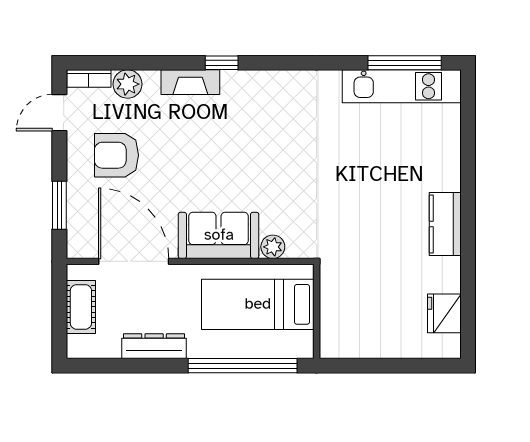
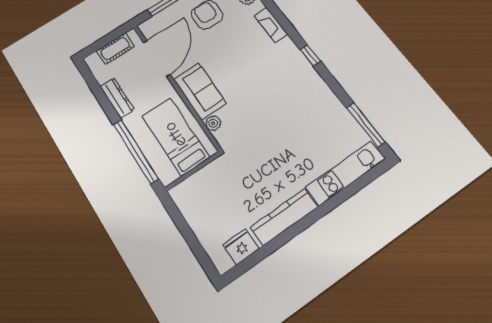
window: (222, 63) -> (310, 55), moved
kitchen unit: (401, 86) -> (345, 173), moved, turned 90
kitchen counter: (445, 224) -> (284, 217), width x1.50

